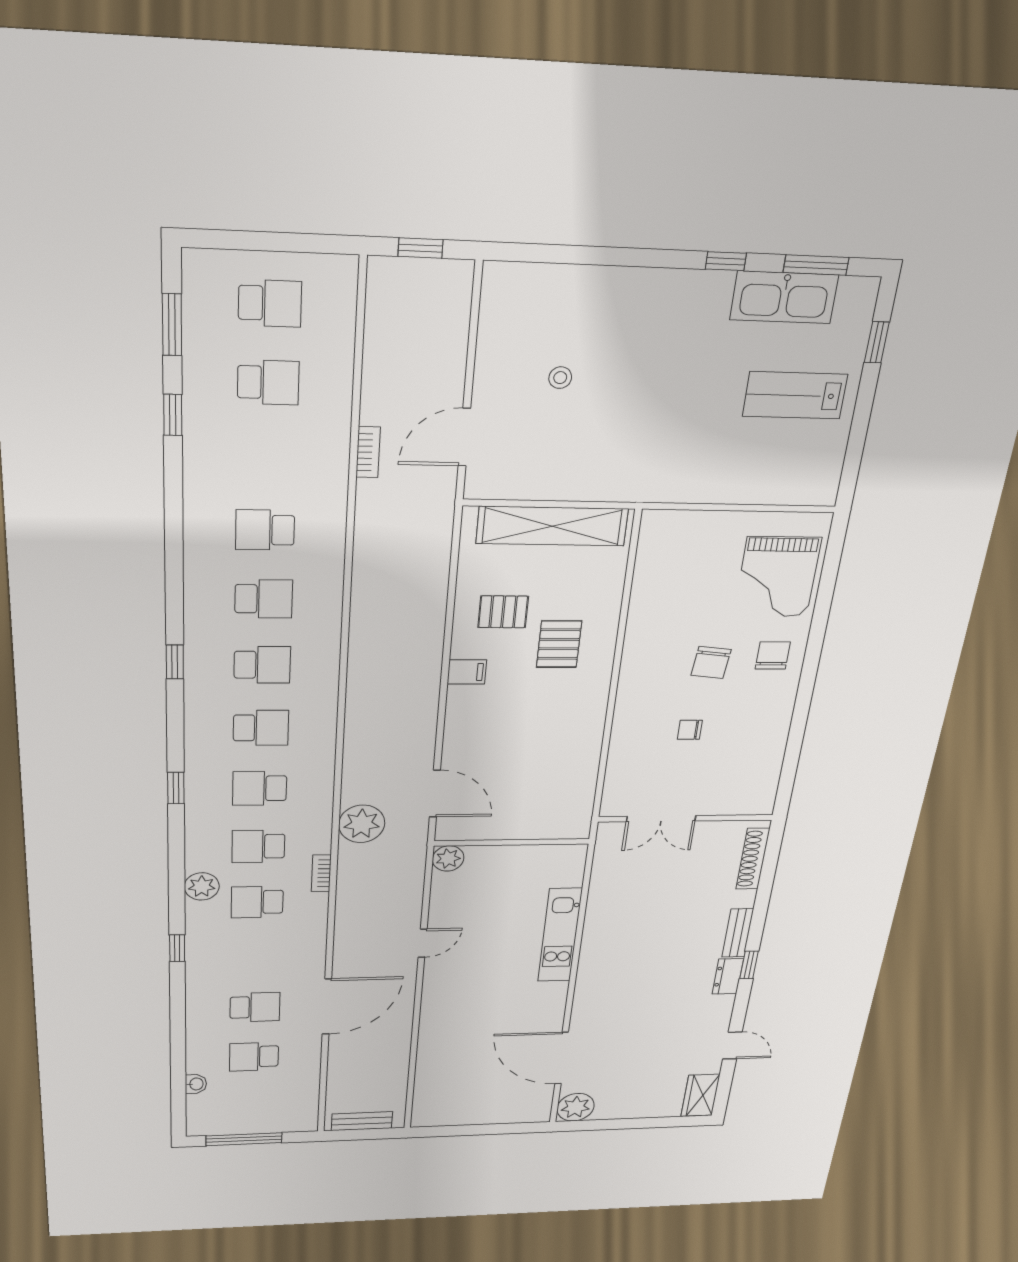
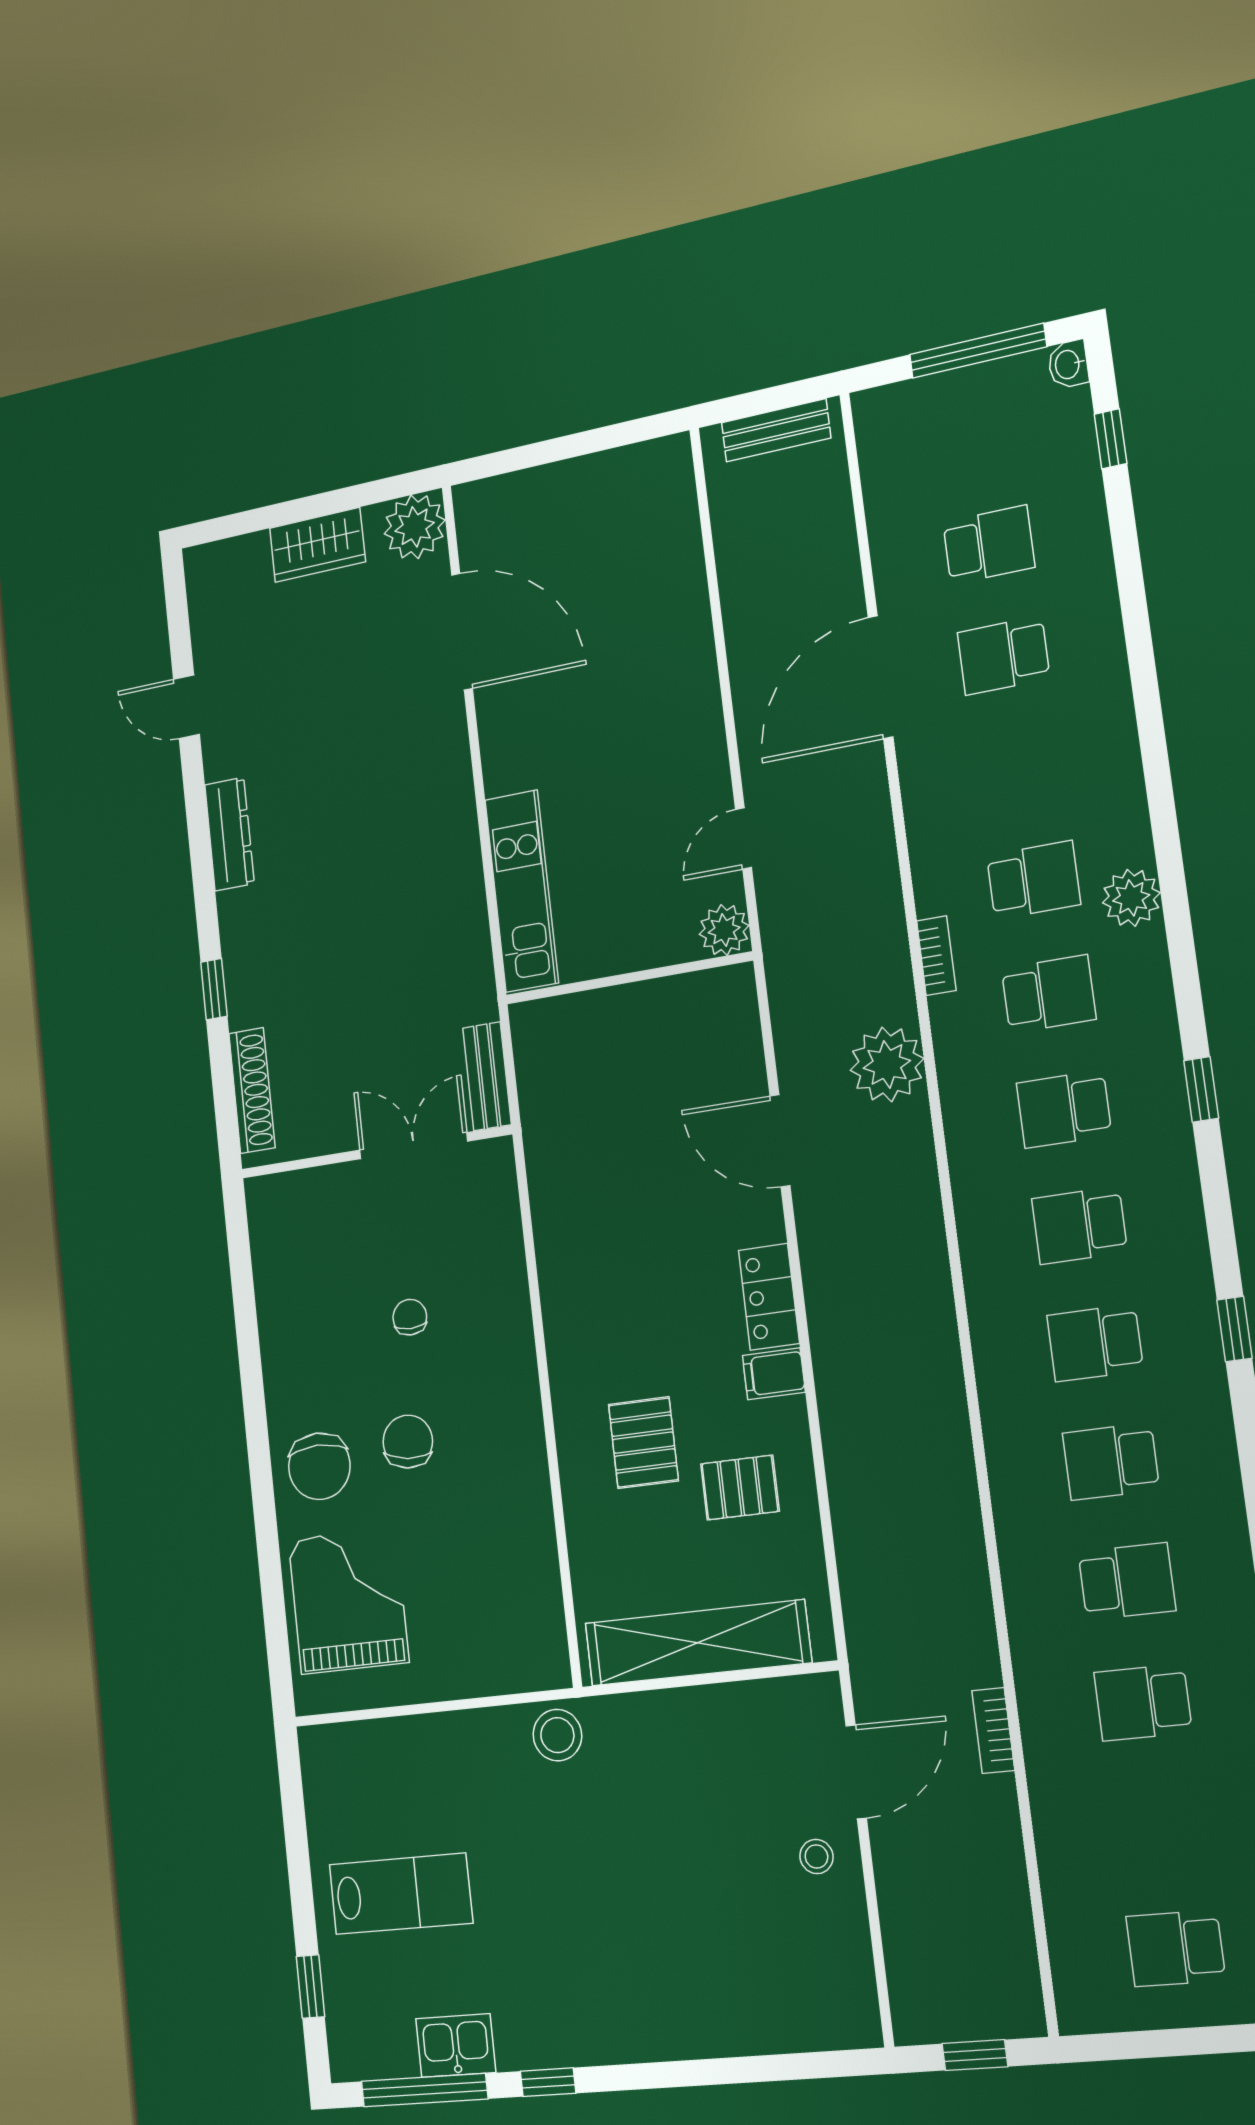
window: (816, 265) -> (424, 2090), width x1.44
kitchen sink: (784, 297) -> (456, 2045), width x0.53, depth x0.81
stool: (560, 378) -> (816, 1857), moved
school desk: (268, 382) -> (1143, 1702), moved
stool: (660, 482) -> (557, 1735), added
chair: (773, 655) -> (319, 1466), width x1.37, depth x1.37
locker: (460, 714) -> (769, 1297), added
chair: (690, 730) -> (410, 1317), turned -90
school desk: (260, 788) -> (1064, 1109), turned 180
wall: (512, 842) -> (628, 978), moved
plant: (448, 859) -> (724, 930), moved
bench: (738, 933) -> (487, 1076), moved
window: (177, 948) -> (1111, 439), moved
window: (749, 965) -> (214, 989), moved
dresser: (728, 976) -> (229, 834), width x1.44
washbasin: (196, 1084) -> (1068, 364), moved
wardrobe: (700, 1095) -> (317, 545), moved, turned 90

